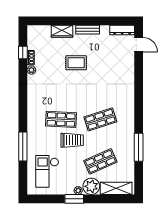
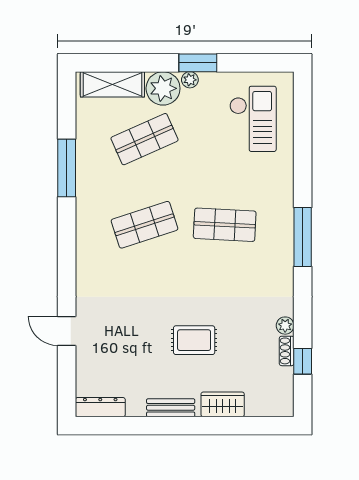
door: (139, 45) -> (67, 331), moved
trolley: (72, 140) -> (202, 182), removed
window: (23, 146) -> (303, 237), moved

